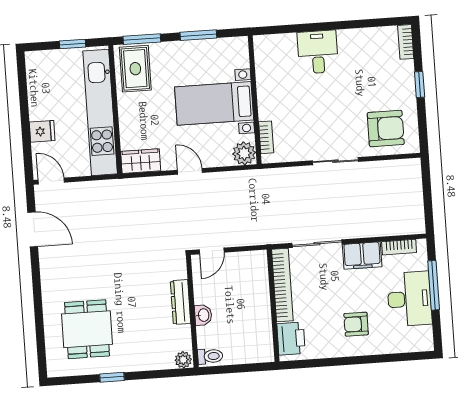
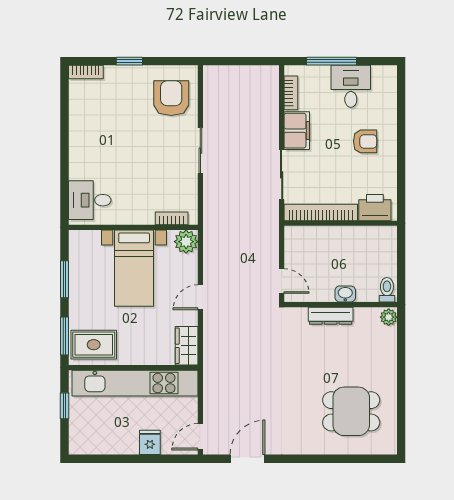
desk: (318, 52) -> (90, 200), moved
desk: (409, 299) -> (351, 86), width x0.73
armchair: (356, 324) -> (365, 141), turned -90
window: (112, 377) -> (401, 390), removed

